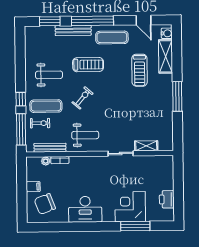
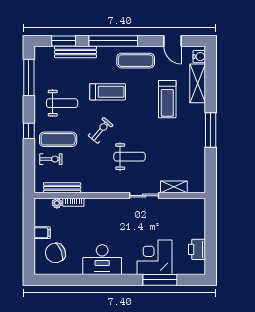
bench: (73, 31) -> (76, 52), moved
window: (21, 129) -> (29, 77), moved
weight bench: (85, 135) -> (129, 157), moved

